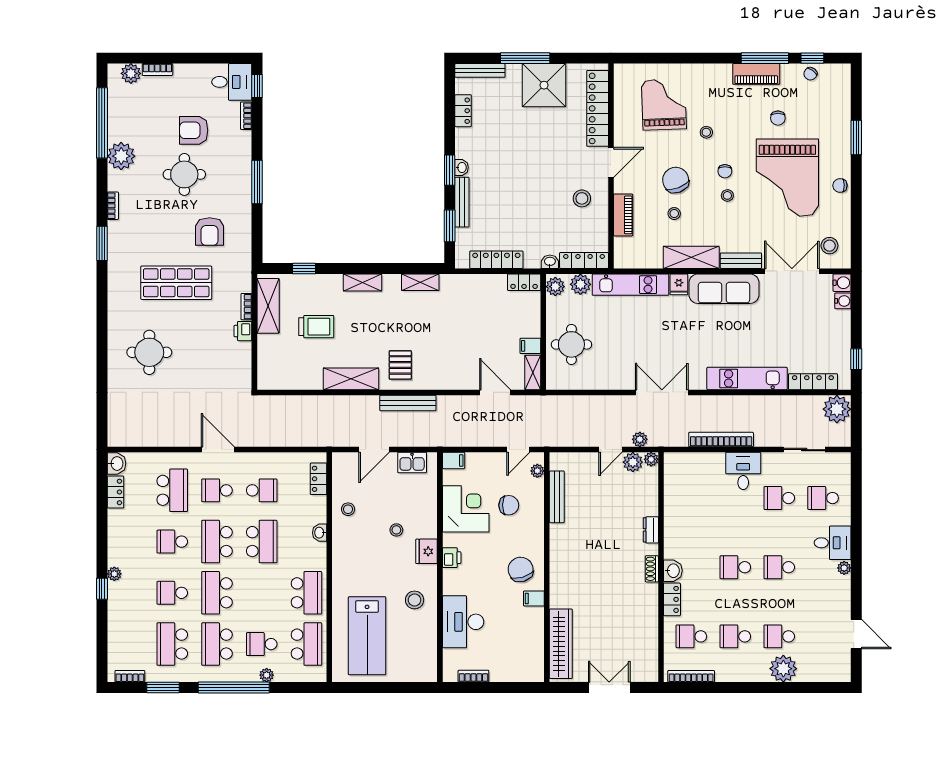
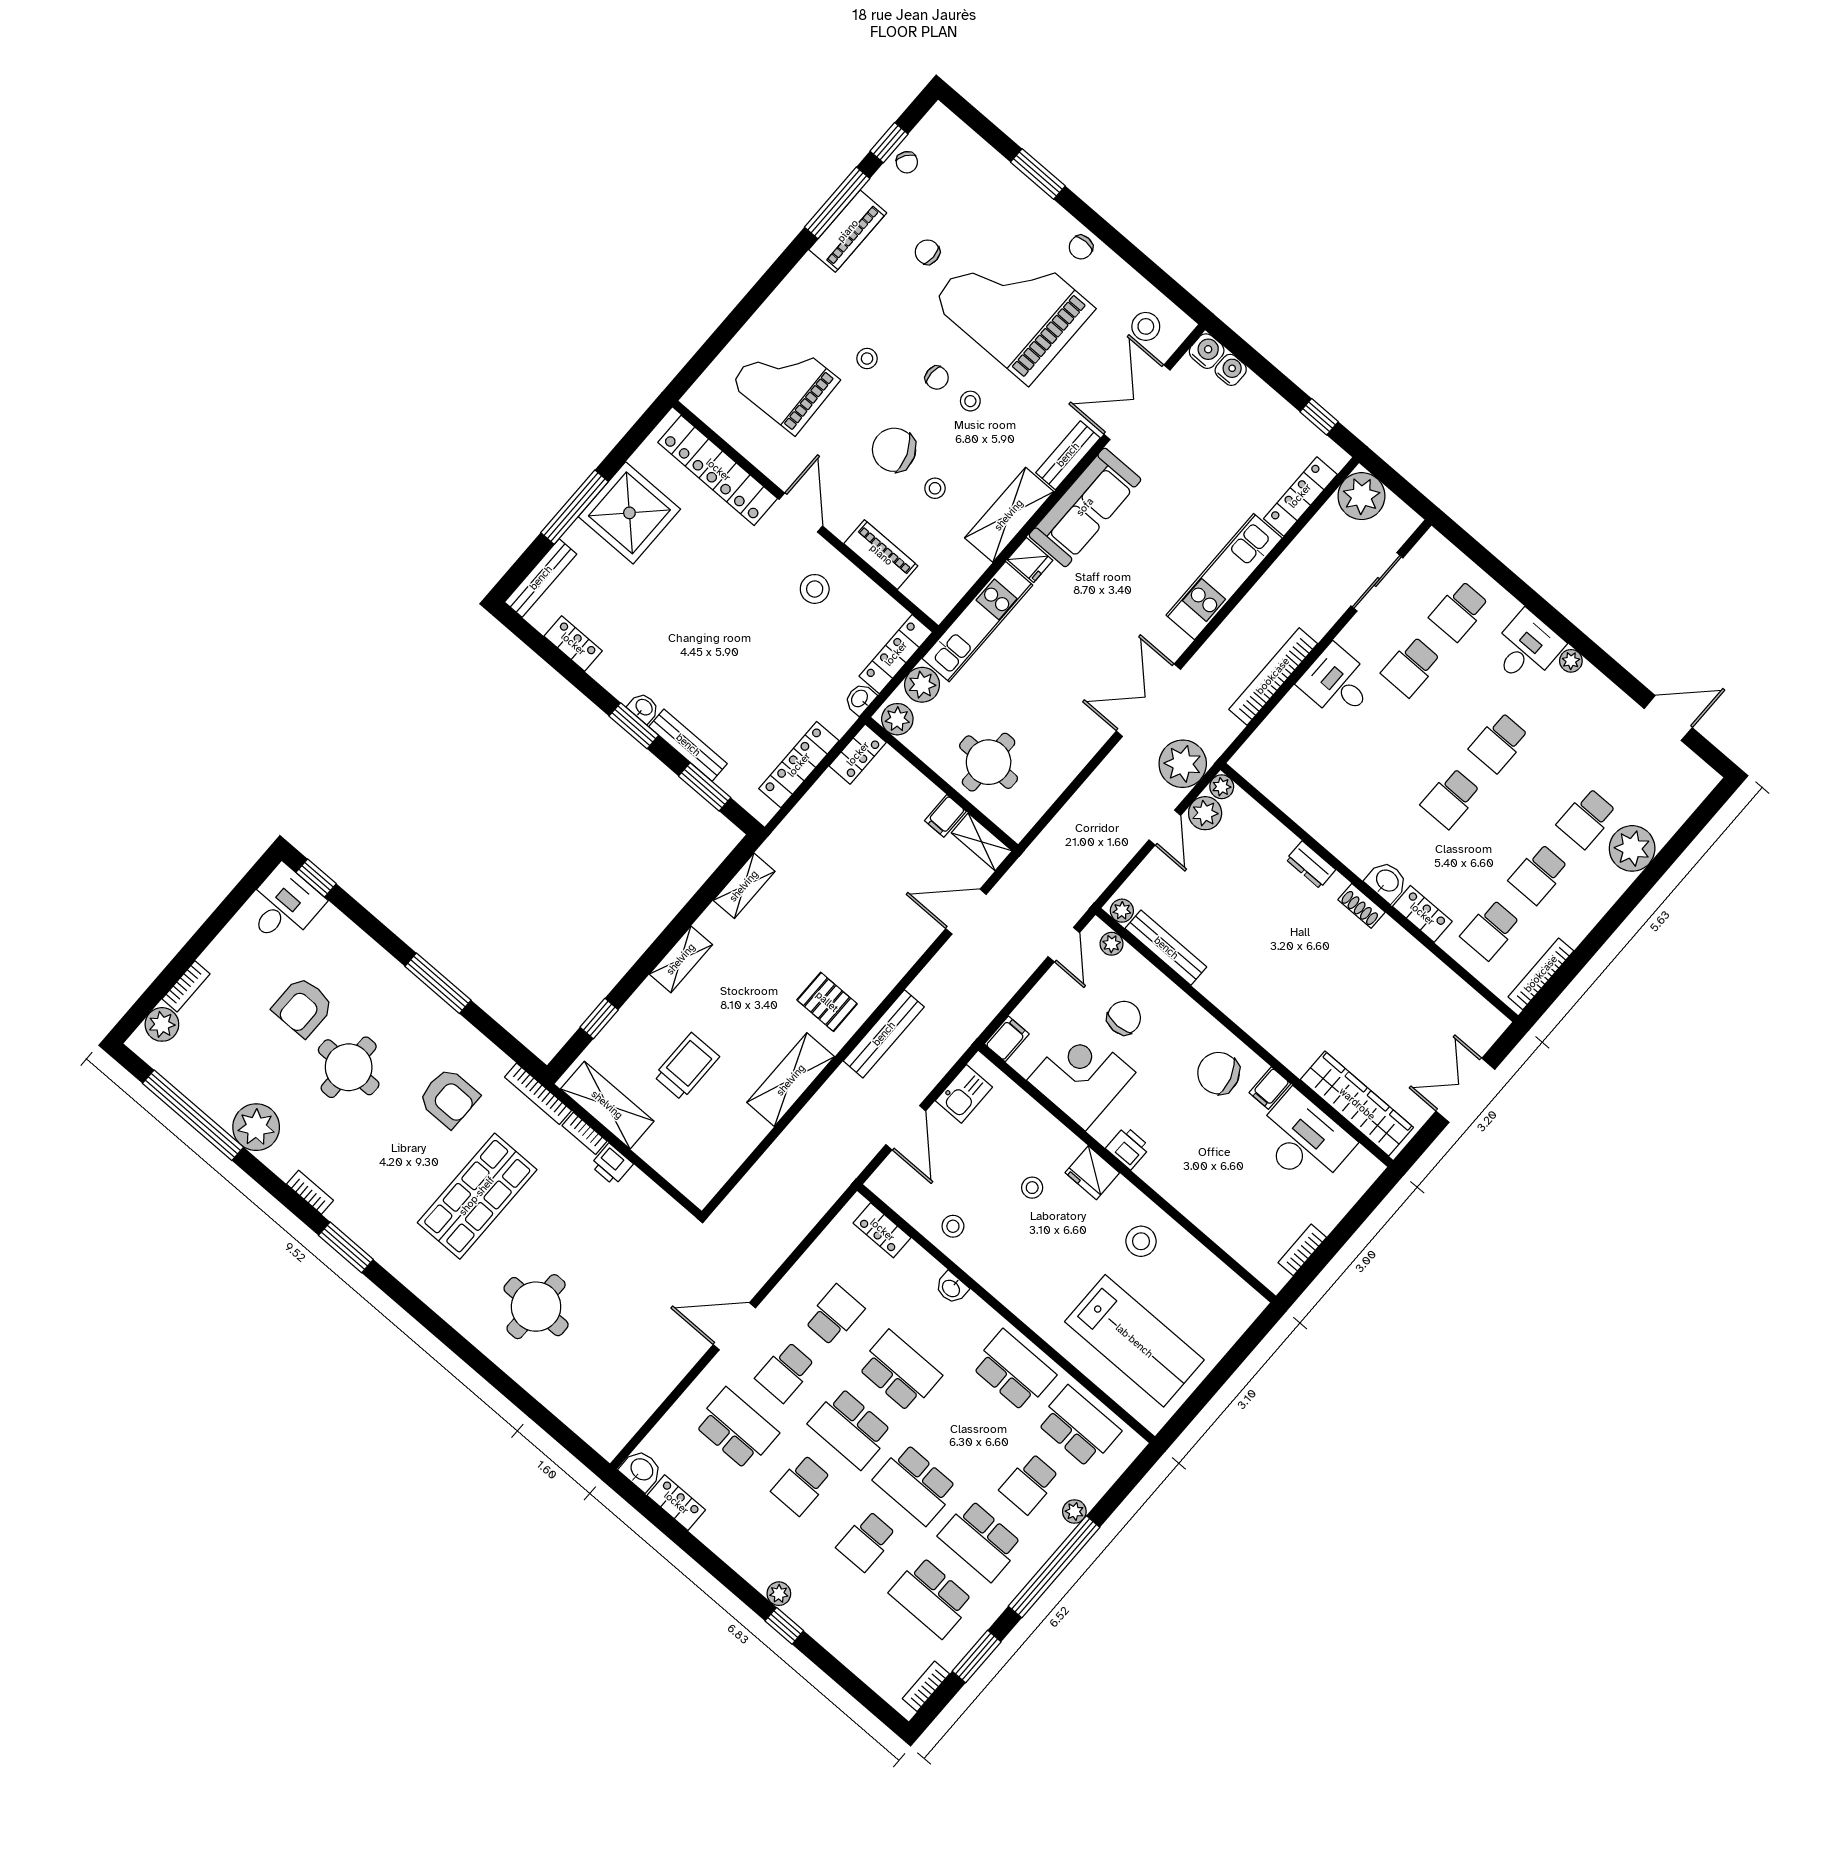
bookcase: (246, 116) -> (538, 1094), moved, width x1.56
chair: (778, 118) -> (927, 252), turned 180
grand piano: (787, 178) -> (1013, 305), turned 180
plant: (640, 439) -> (1183, 764), width x1.88, depth x1.88
plant: (556, 463) -> (1122, 911), added
desk: (463, 622) -> (1303, 1140), moved, turned 180

